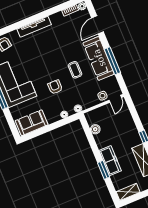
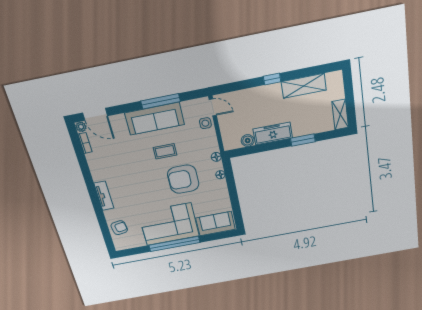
door: (97, 25) -> (95, 114), moved
tv unit: (34, 27) -> (104, 196), width x0.71
armchair: (55, 87) -> (183, 179), width x1.88, depth x1.88
sofa: (32, 123) -> (216, 224), moved, turned 90
freezer: (110, 161) -> (273, 133), moved

